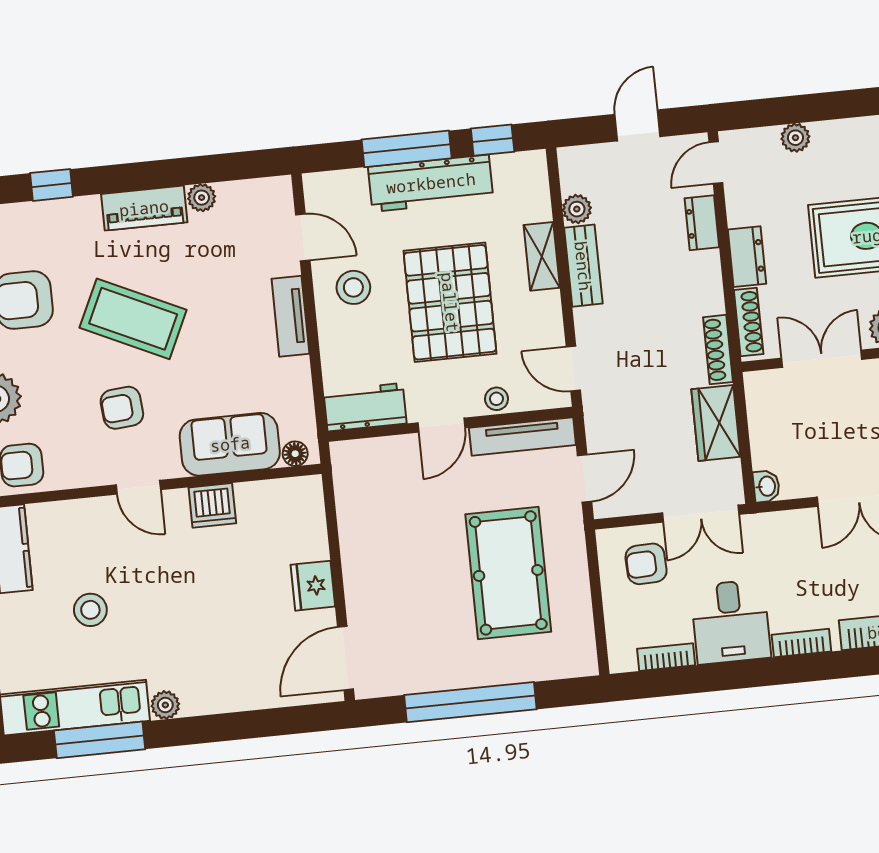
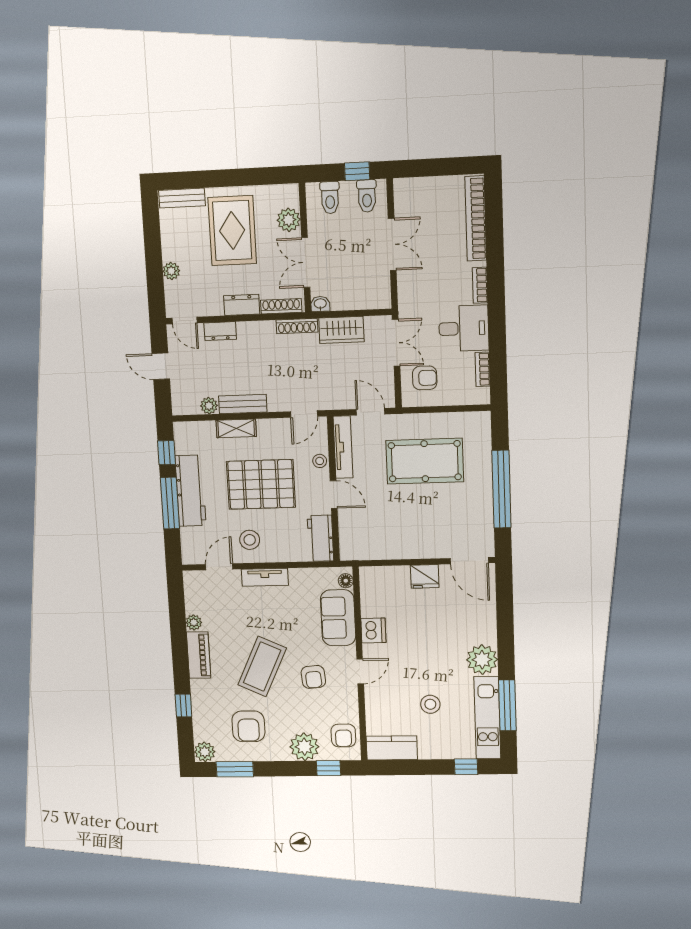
washbasin: (766, 486) -> (320, 304), moved
armchair: (646, 564) -> (425, 378), turned -88
plant: (165, 705) -> (482, 660), width x1.88, depth x1.88

